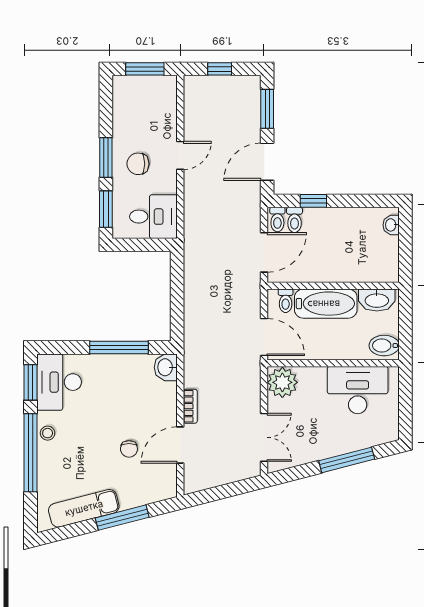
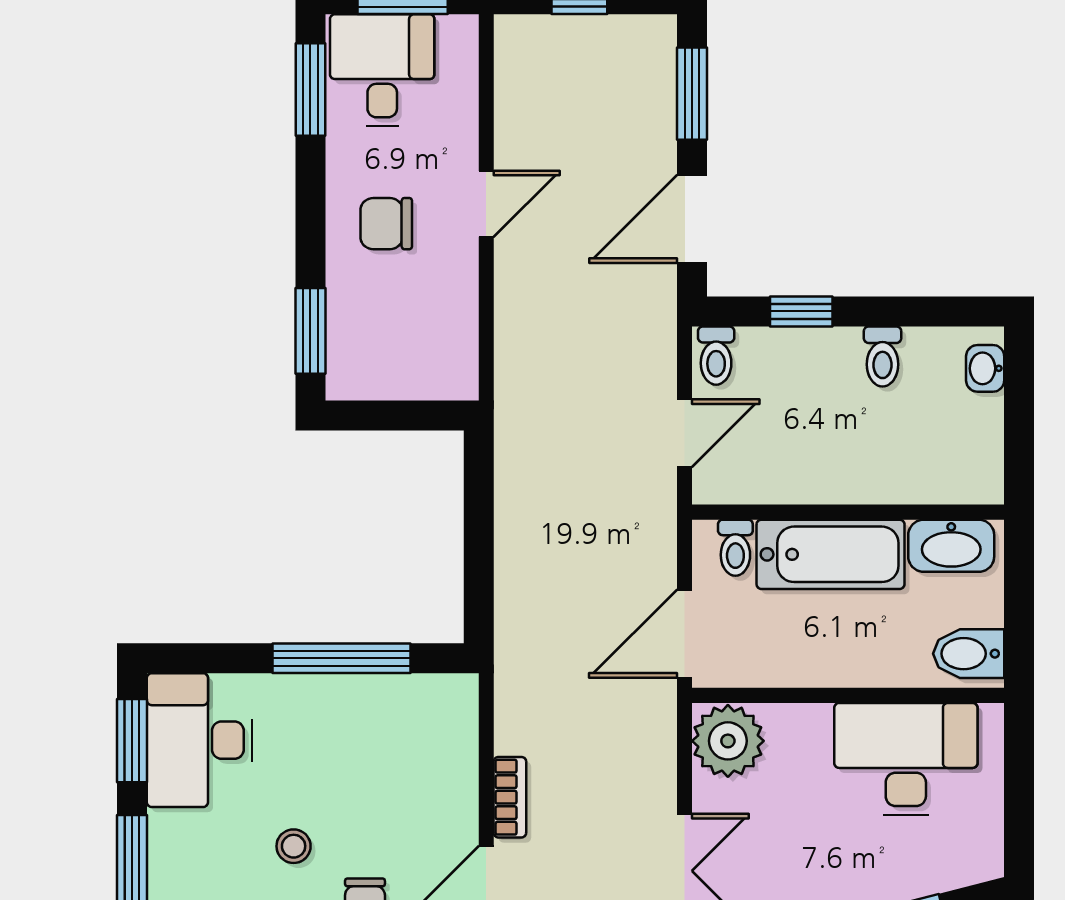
window: (106, 157) -> (310, 90), moved
desk: (153, 217) -> (382, 70), moved, turned -90
toilet: (295, 220) -> (883, 356), moved
door: (264, 252) -> (685, 433), width x0.73
door: (264, 337) -> (685, 634), swing flipped
washbasin: (166, 367) -> (452, 705), removed
stool: (48, 433) -> (294, 846), moved

